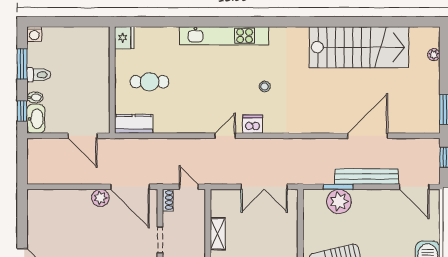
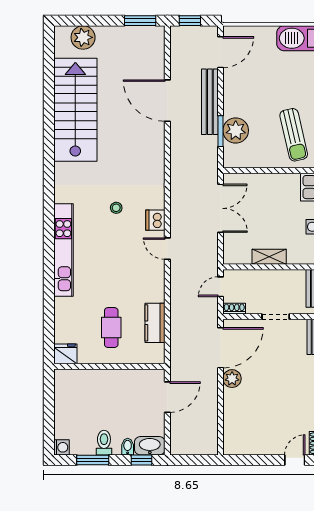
plant: (434, 55) -> (83, 37), width x1.88, depth x1.88
kitchen counter: (134, 124) -> (155, 323), moved

